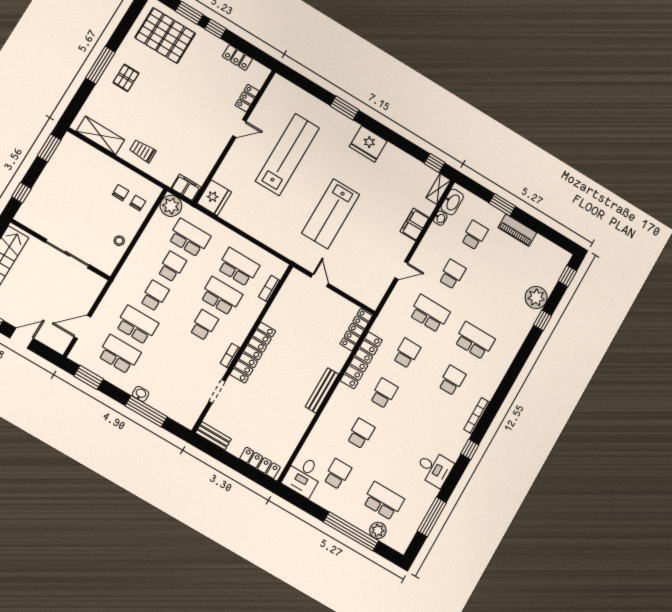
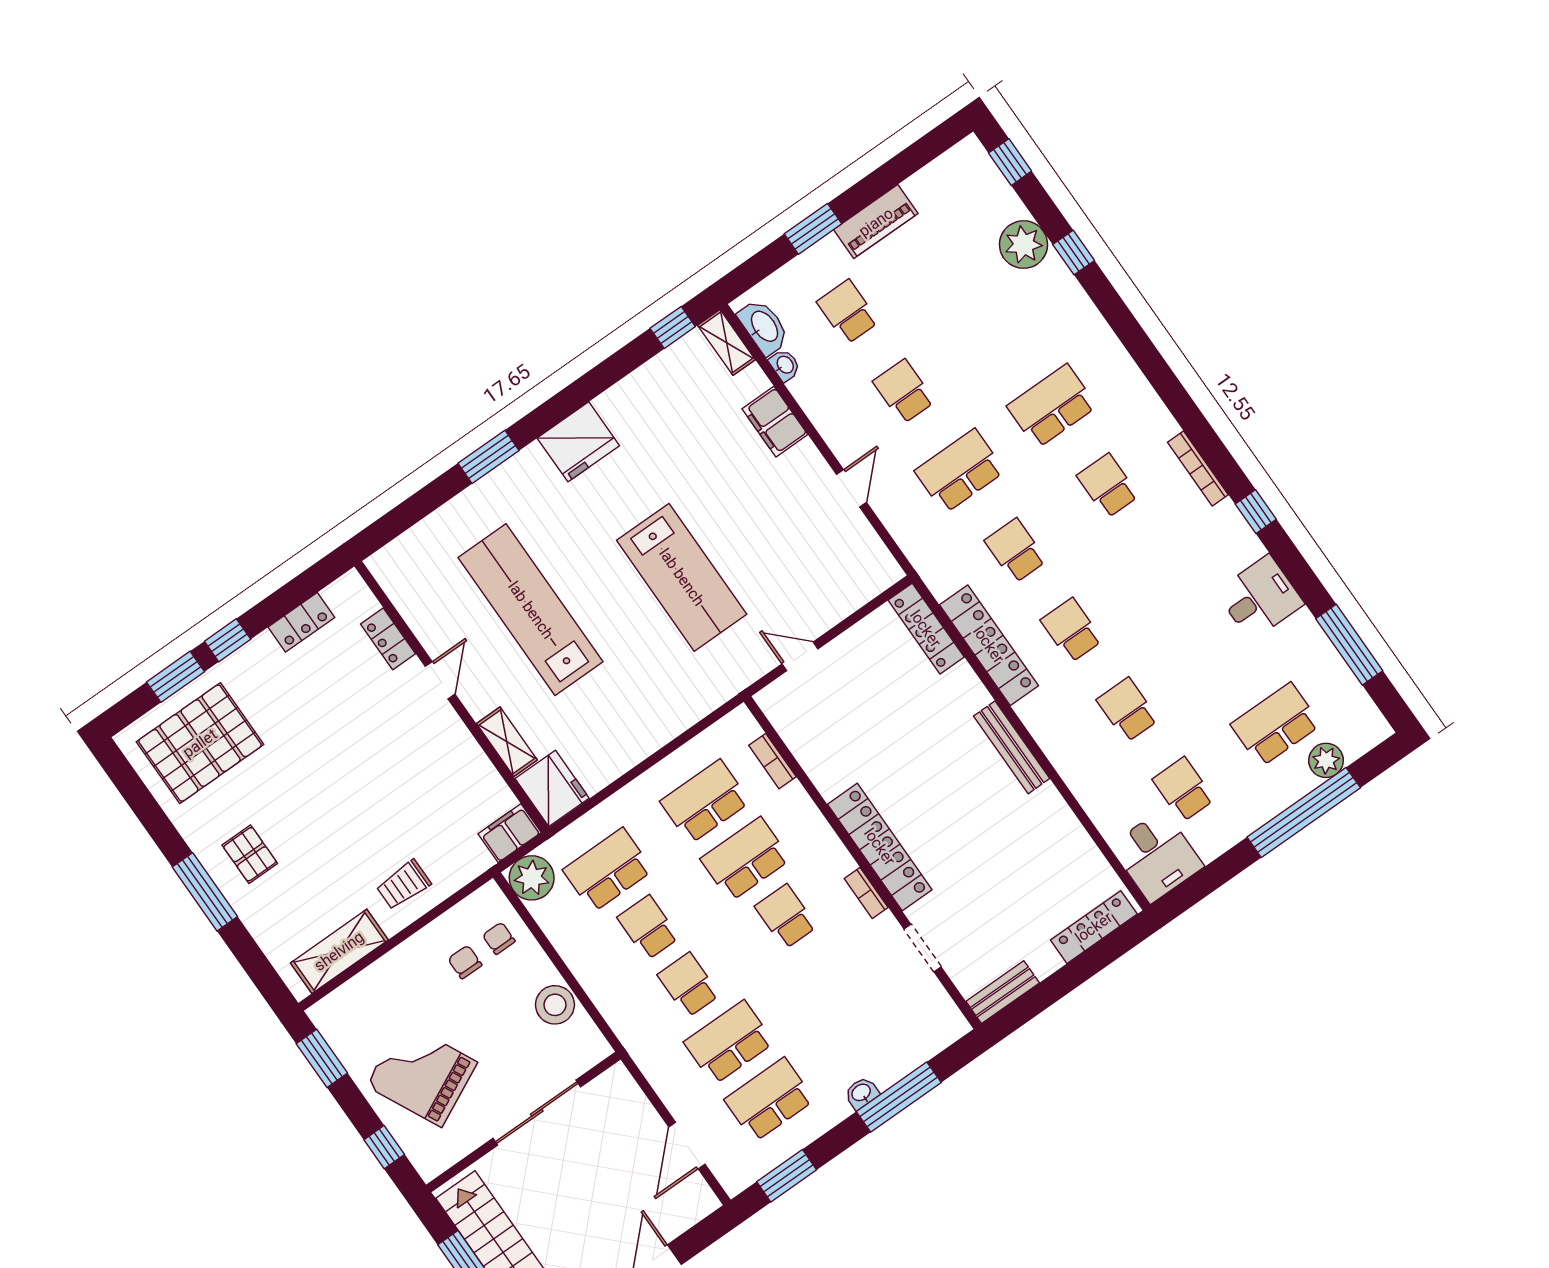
shelving: (226, 169) -> (507, 742), added
grand piano: (62, 195) -> (422, 1074), added
stool: (119, 241) -> (555, 1005), width x1.89, depth x1.89

